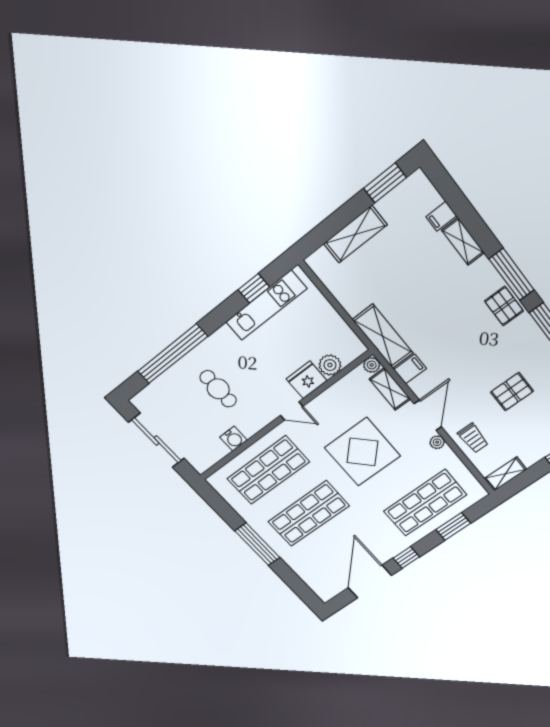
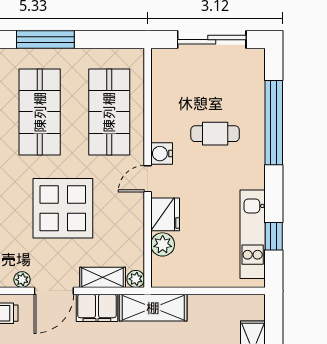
filing cabinet: (410, 369) -> (97, 308), width x2.00
door: (428, 415) -> (54, 291), hinge flipped
water cooler: (234, 439) -> (162, 154), moved

